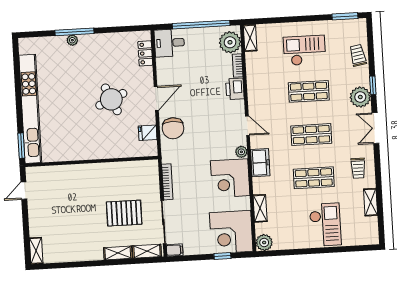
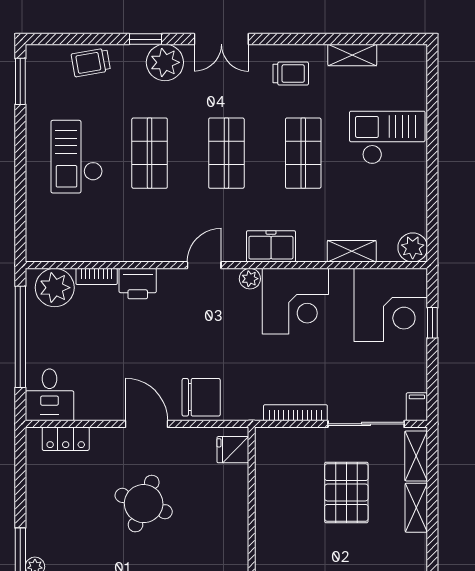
shelving: (250, 38) -> (49, 252), removed
round table: (111, 99) -> (144, 504), turned 45
fridge: (148, 133) -> (233, 450), moved, turned 90

